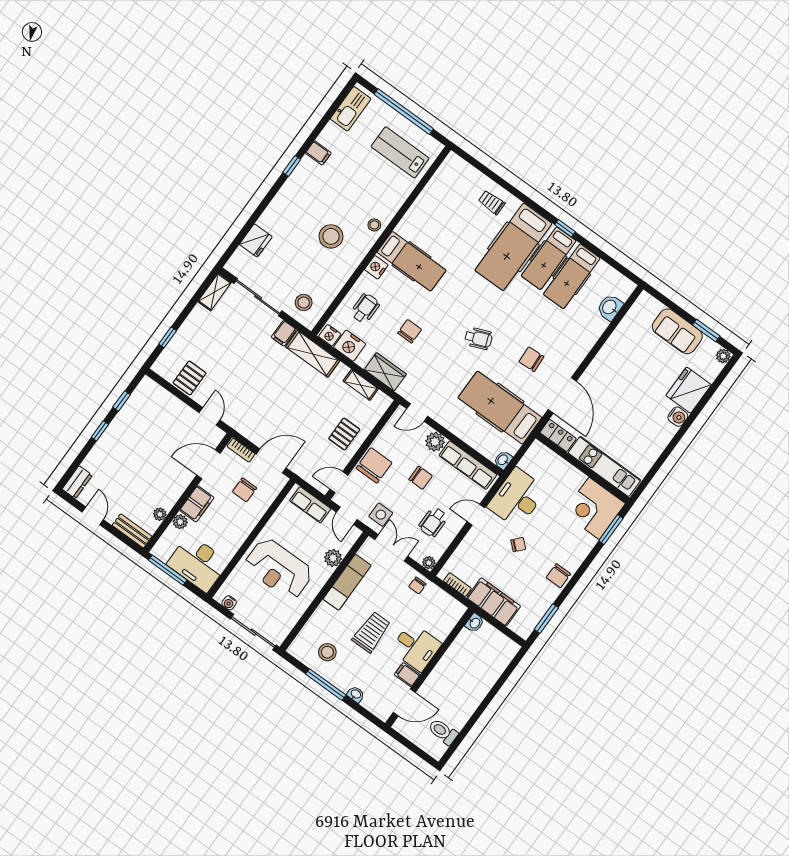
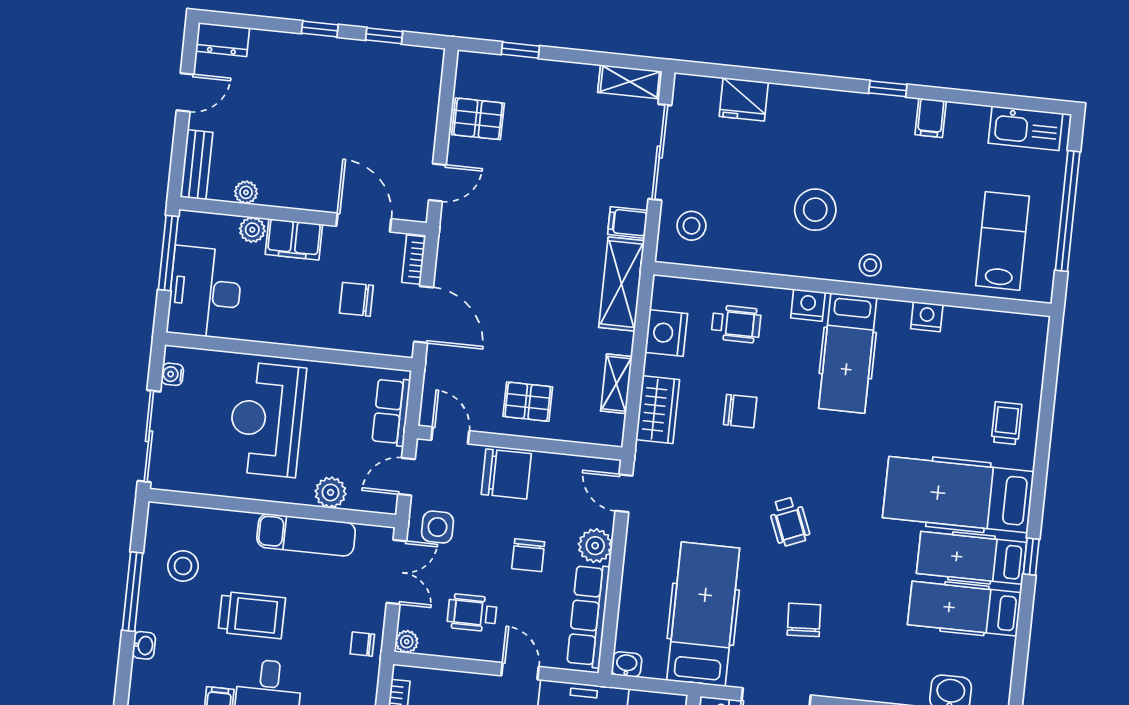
nightstand: (330, 335) -> (927, 317), moved, turned 90

